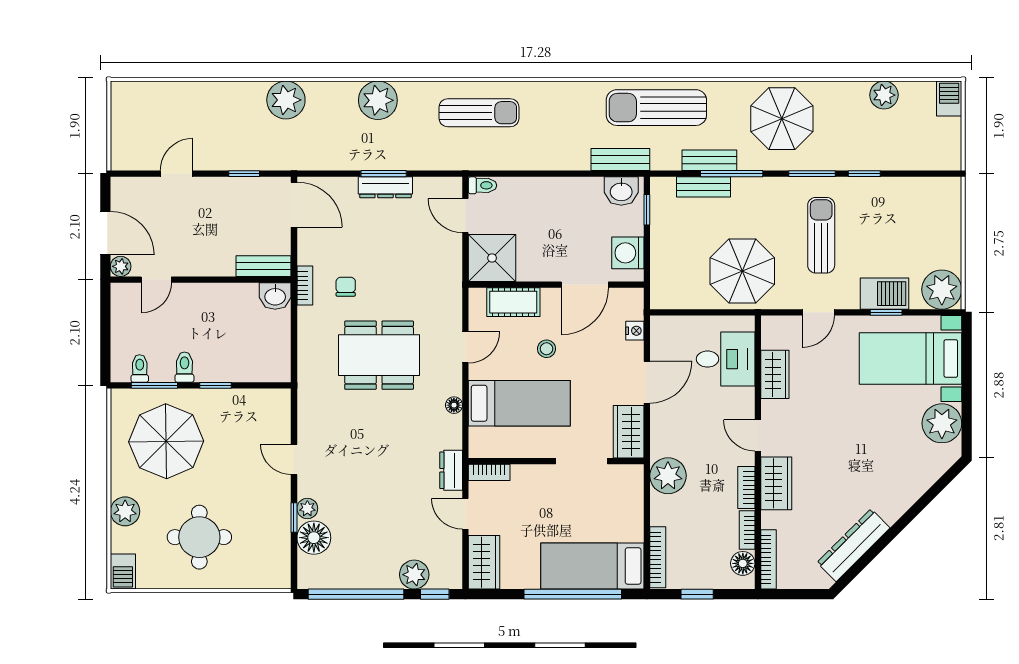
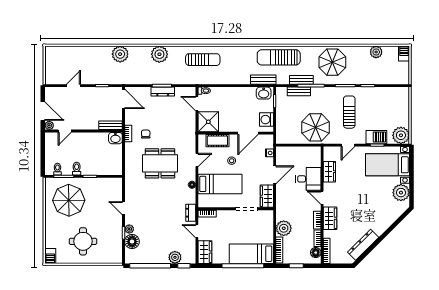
desk: (726, 359) -> (308, 179), moved
plant: (668, 476) -> (284, 228), moved
plant: (125, 511) -> (51, 230), removed

